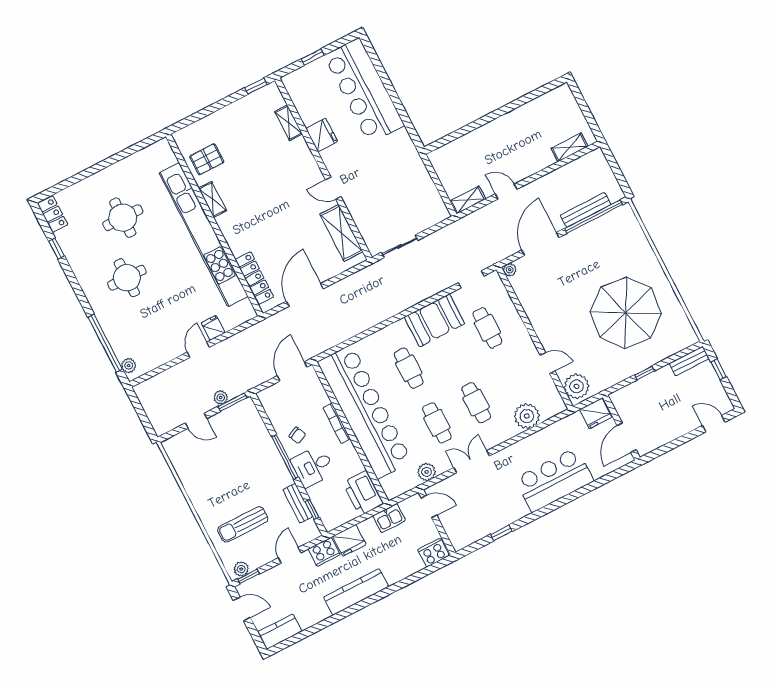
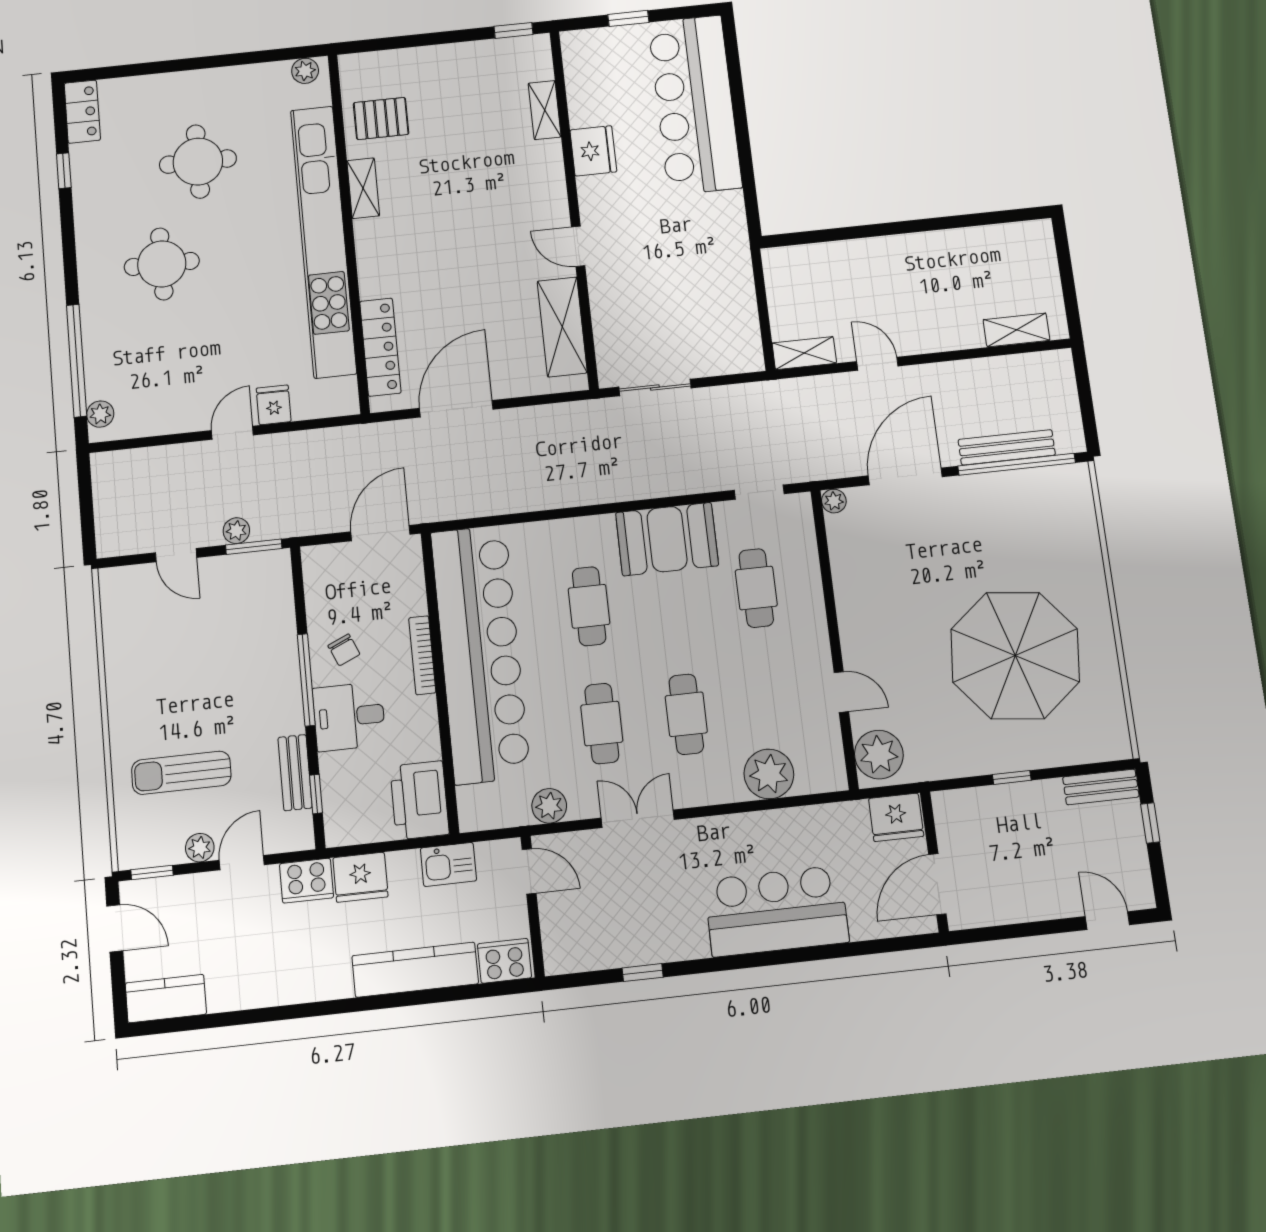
plant: (158, 149) -> (305, 71), added
plant: (241, 569) -> (200, 848), moved
kitchen counter: (356, 592) -> (415, 970), moved

